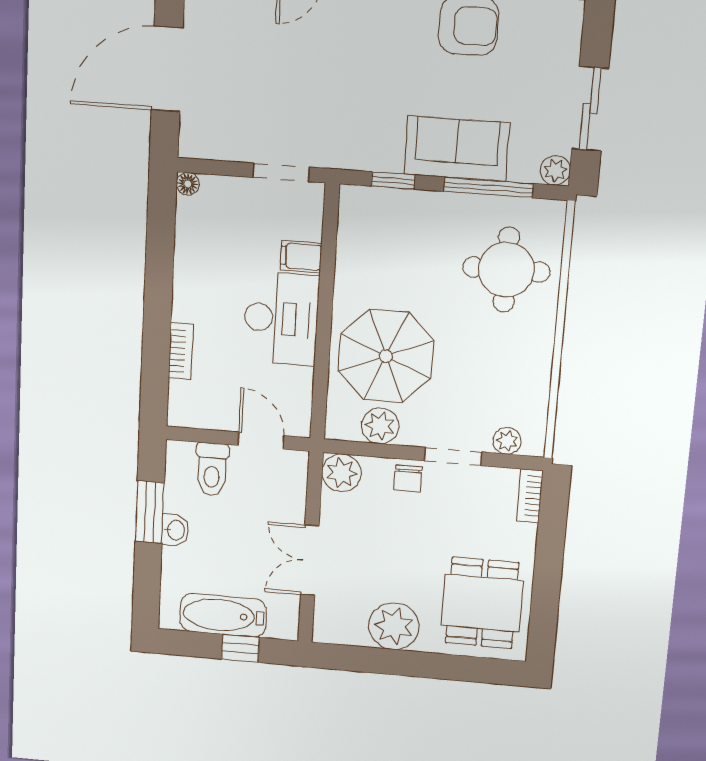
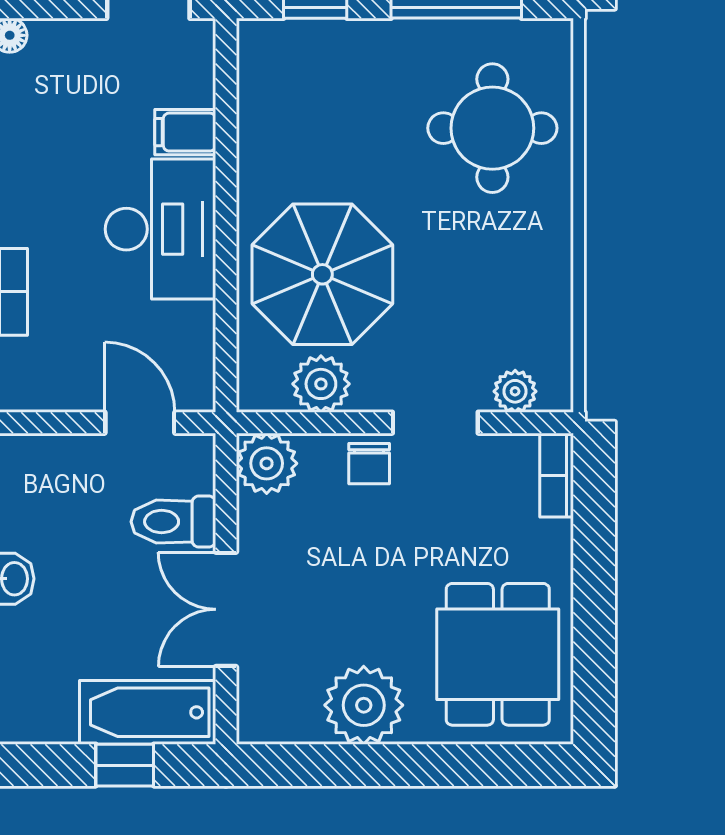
toilet: (212, 469) -> (173, 522), moved, turned 90
bathtub: (223, 615) -> (148, 712), moved

